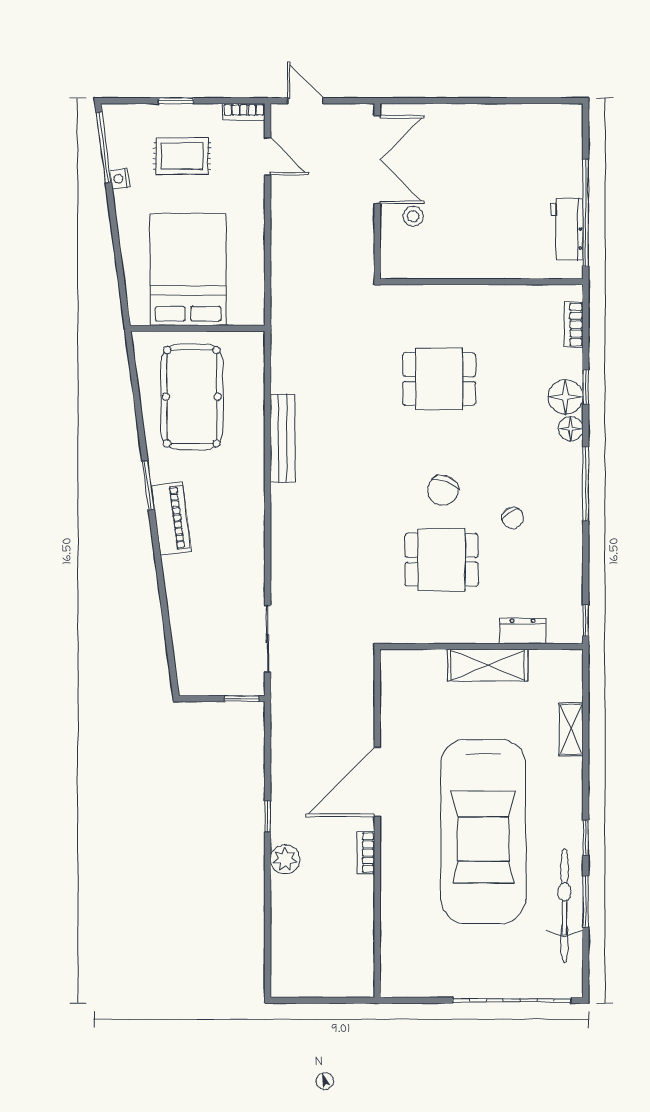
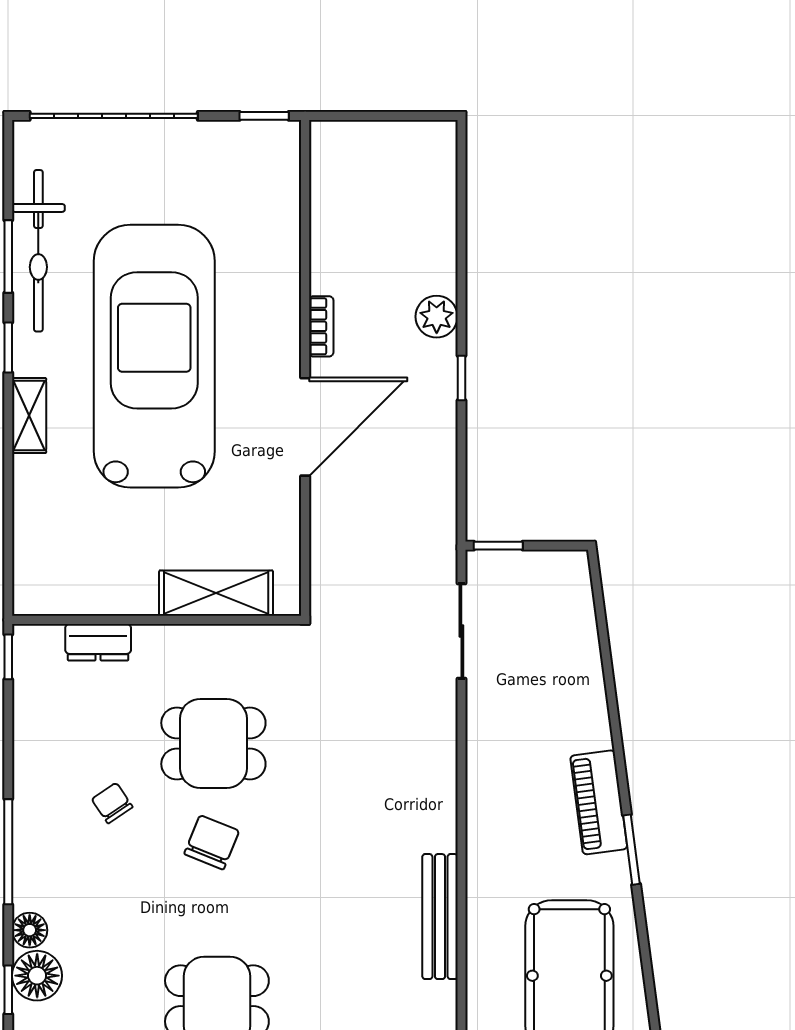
shelving: (488, 665) -> (216, 593), moved
shelving: (571, 729) -> (29, 416), moved
window: (406, 1000) -> (264, 116), added

